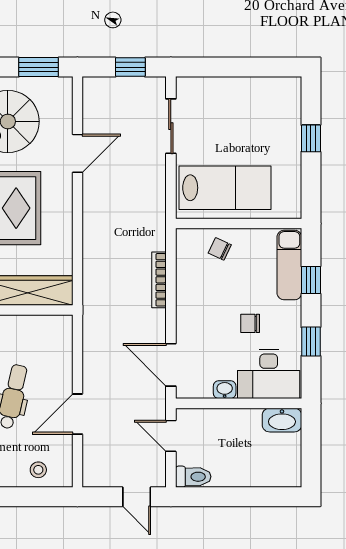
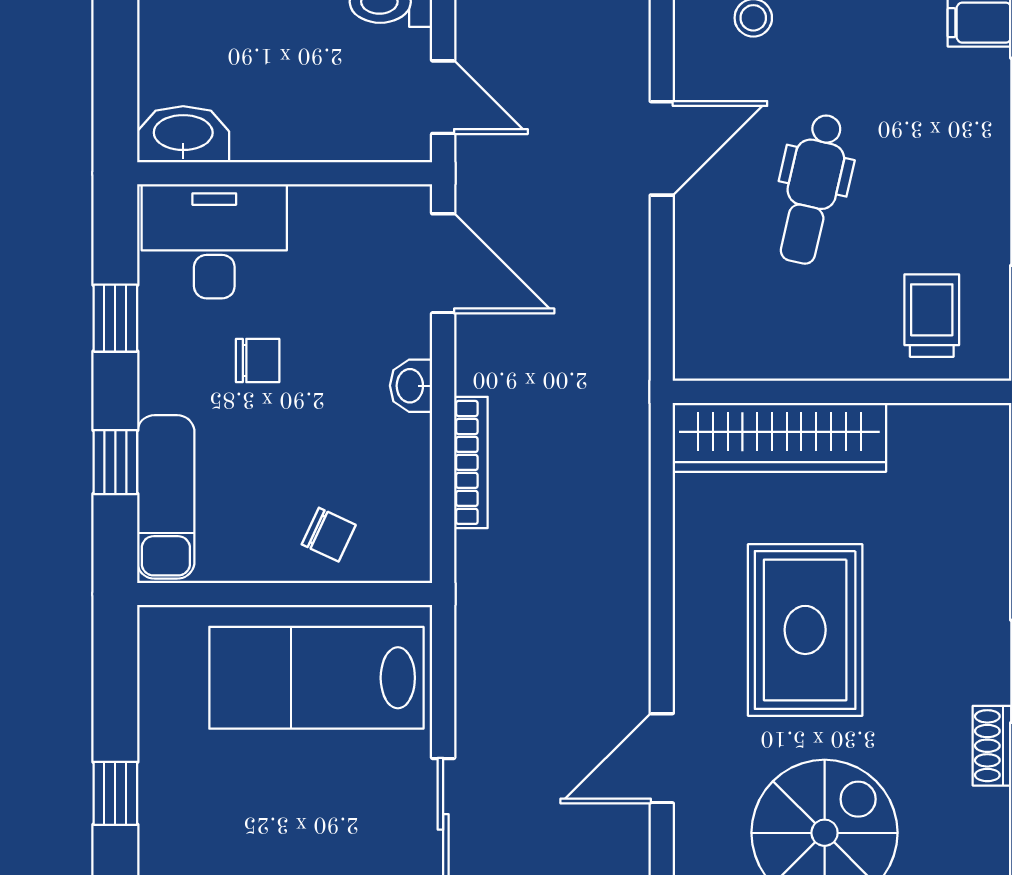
washbasin: (225, 390) -> (411, 386), moved, turned 90

